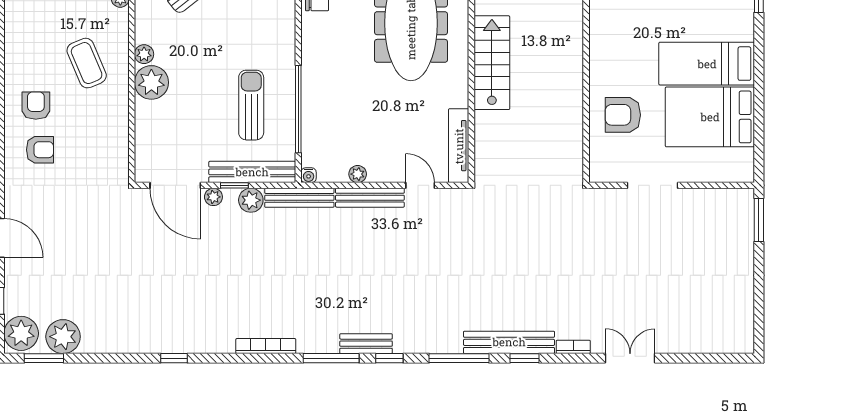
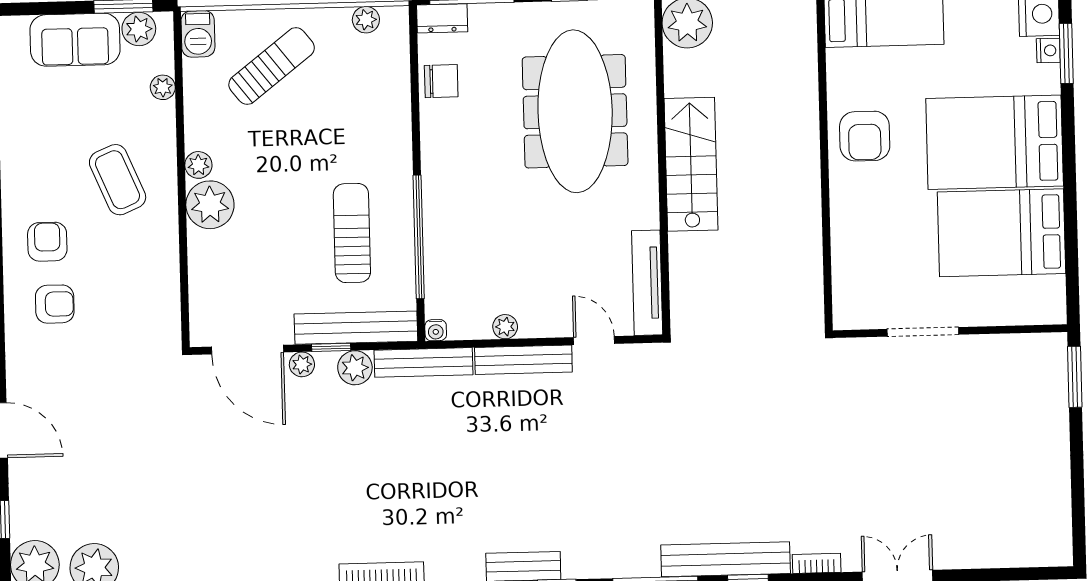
bed: (707, 64) -> (995, 142), width x1.50
armchair: (623, 115) -> (865, 136), moved, turned -90

